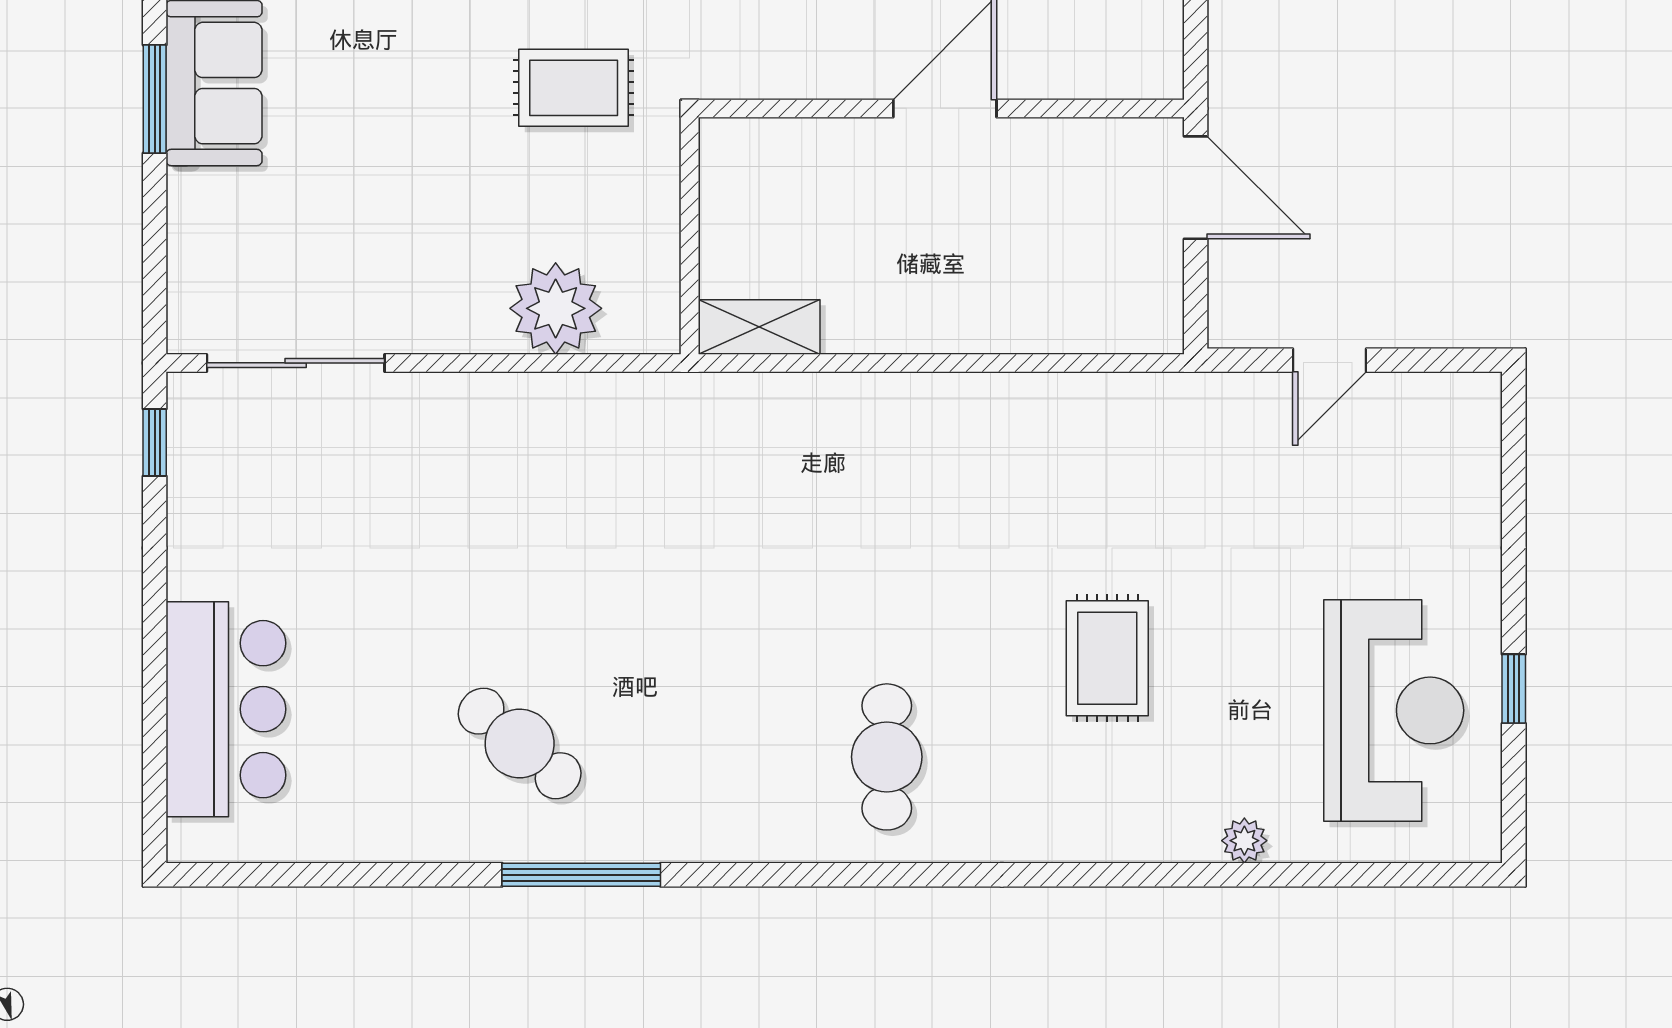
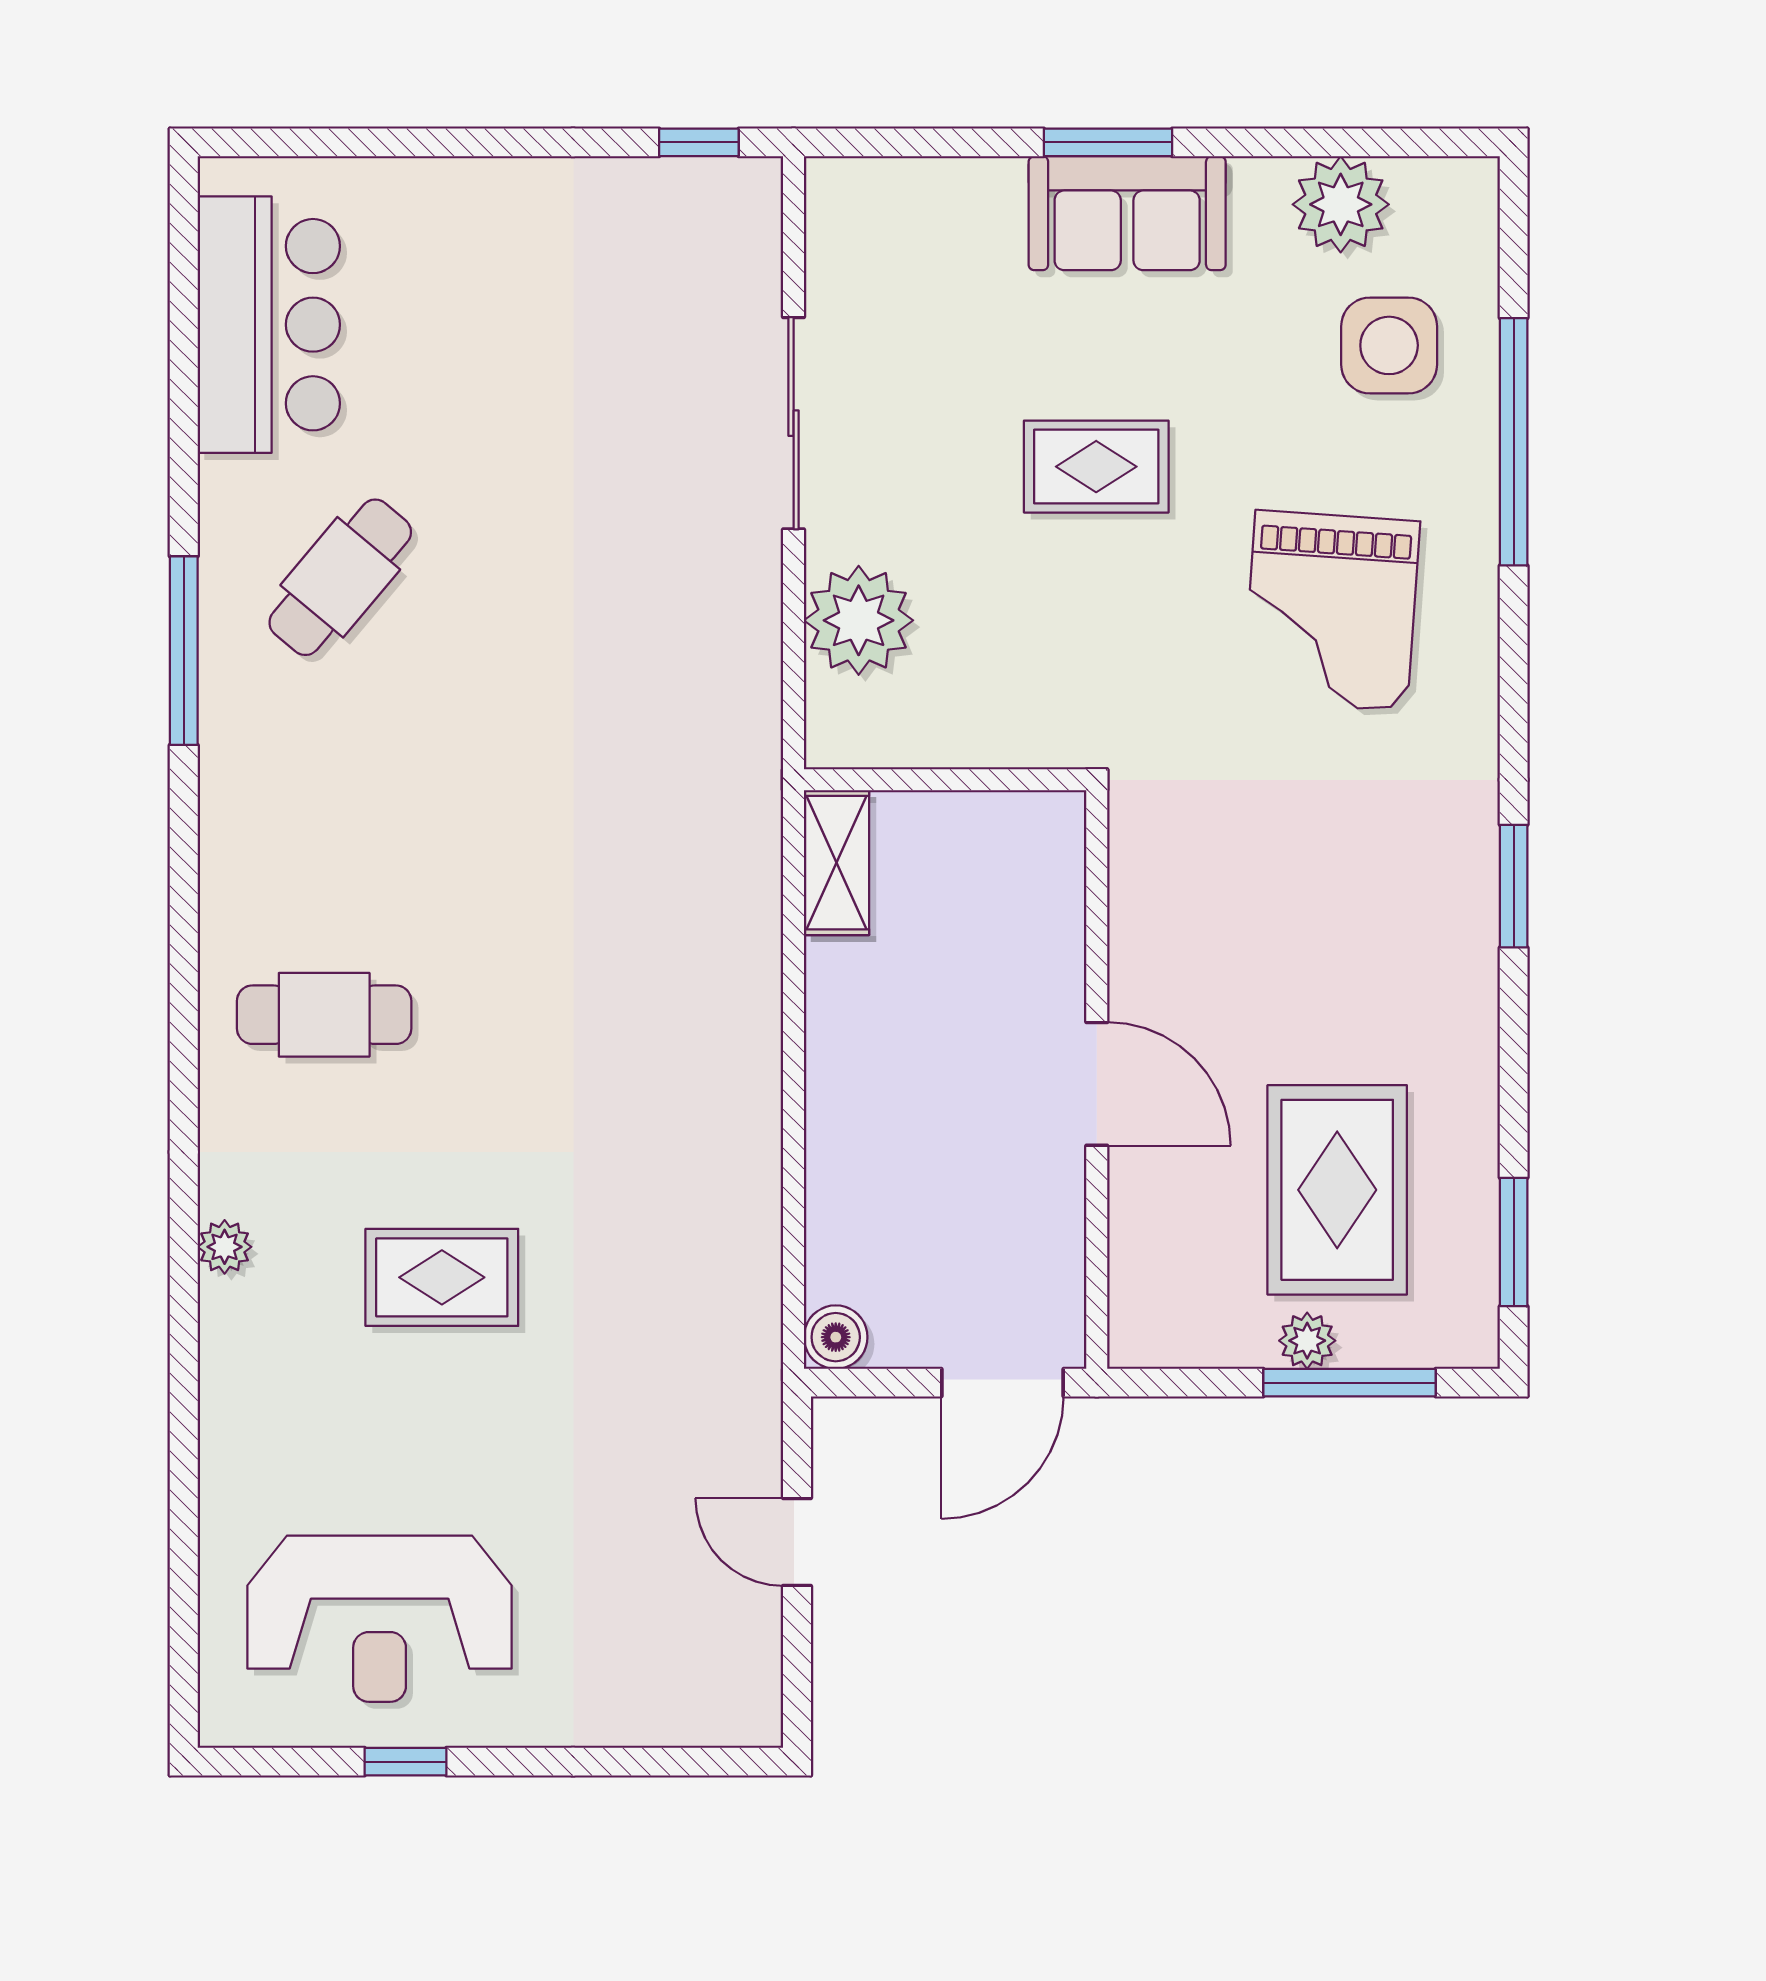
rug: (574, 88) -> (1096, 467), moved, turned 90
boiler: (1157, 328) -> (836, 1337), added
sliding door: (296, 363) -> (794, 423), moved
bar counter: (226, 709) -> (269, 325), moved, turned -90
plant: (1244, 841) -> (225, 1247), moved

